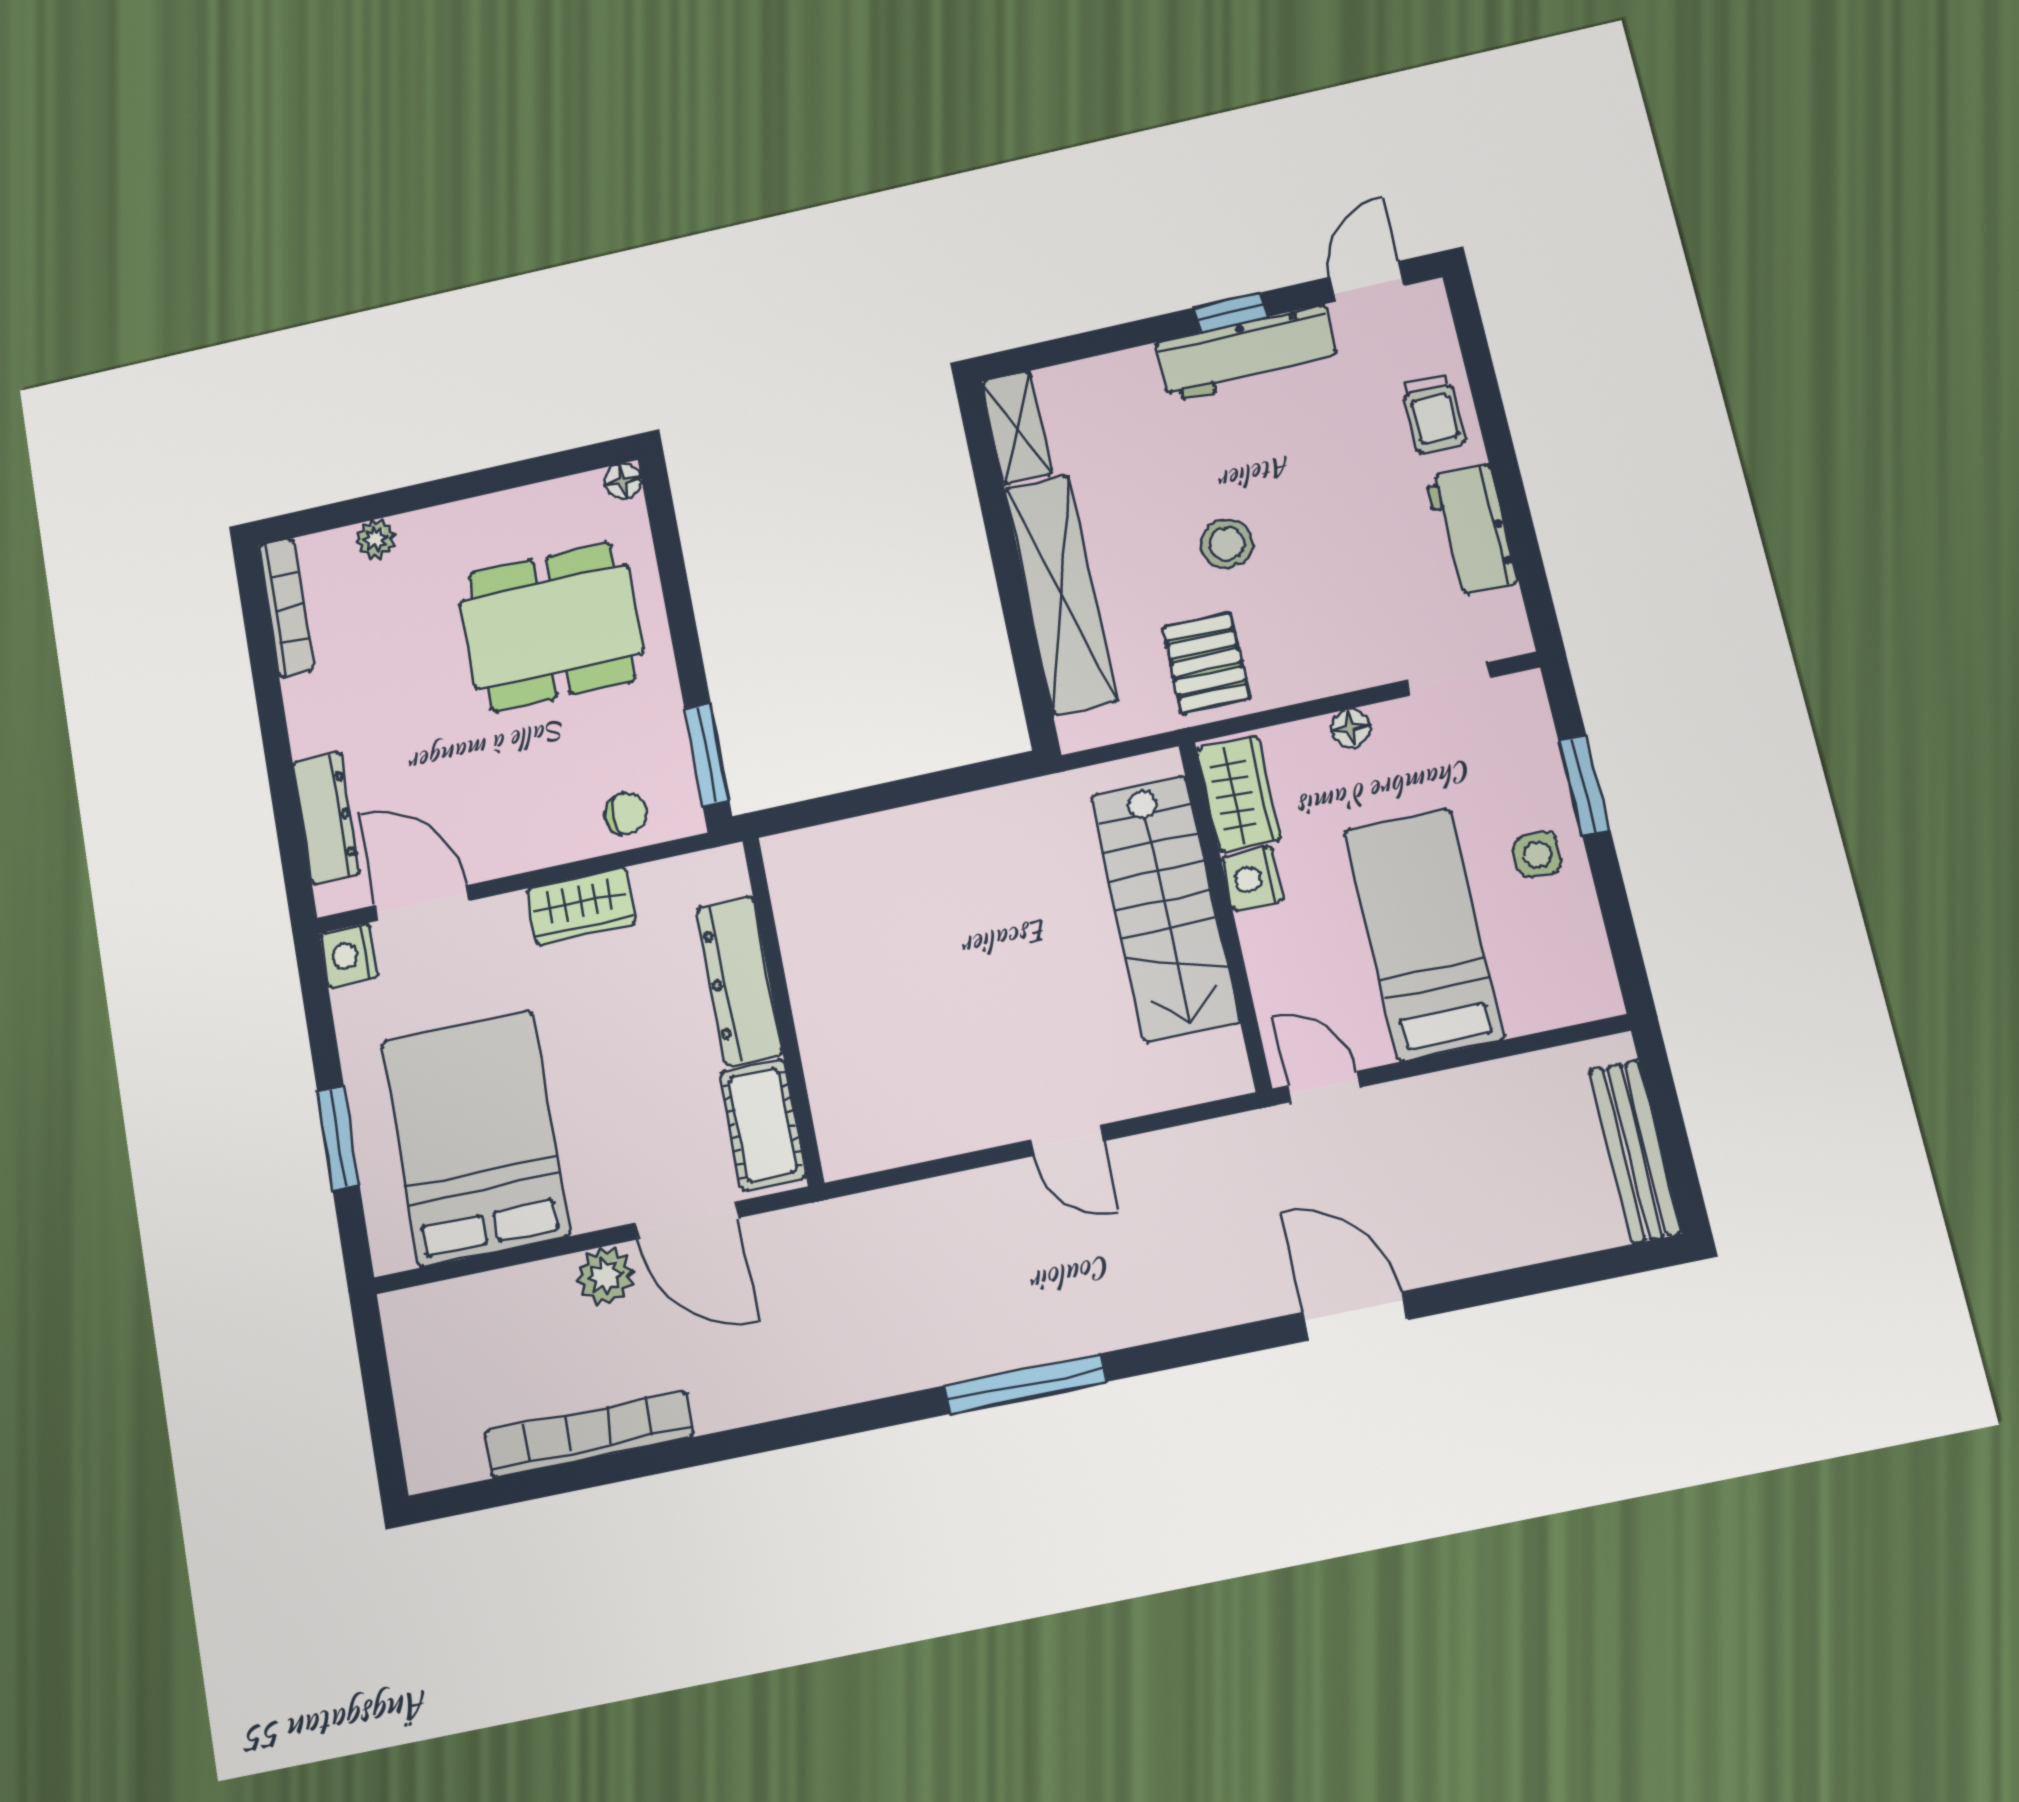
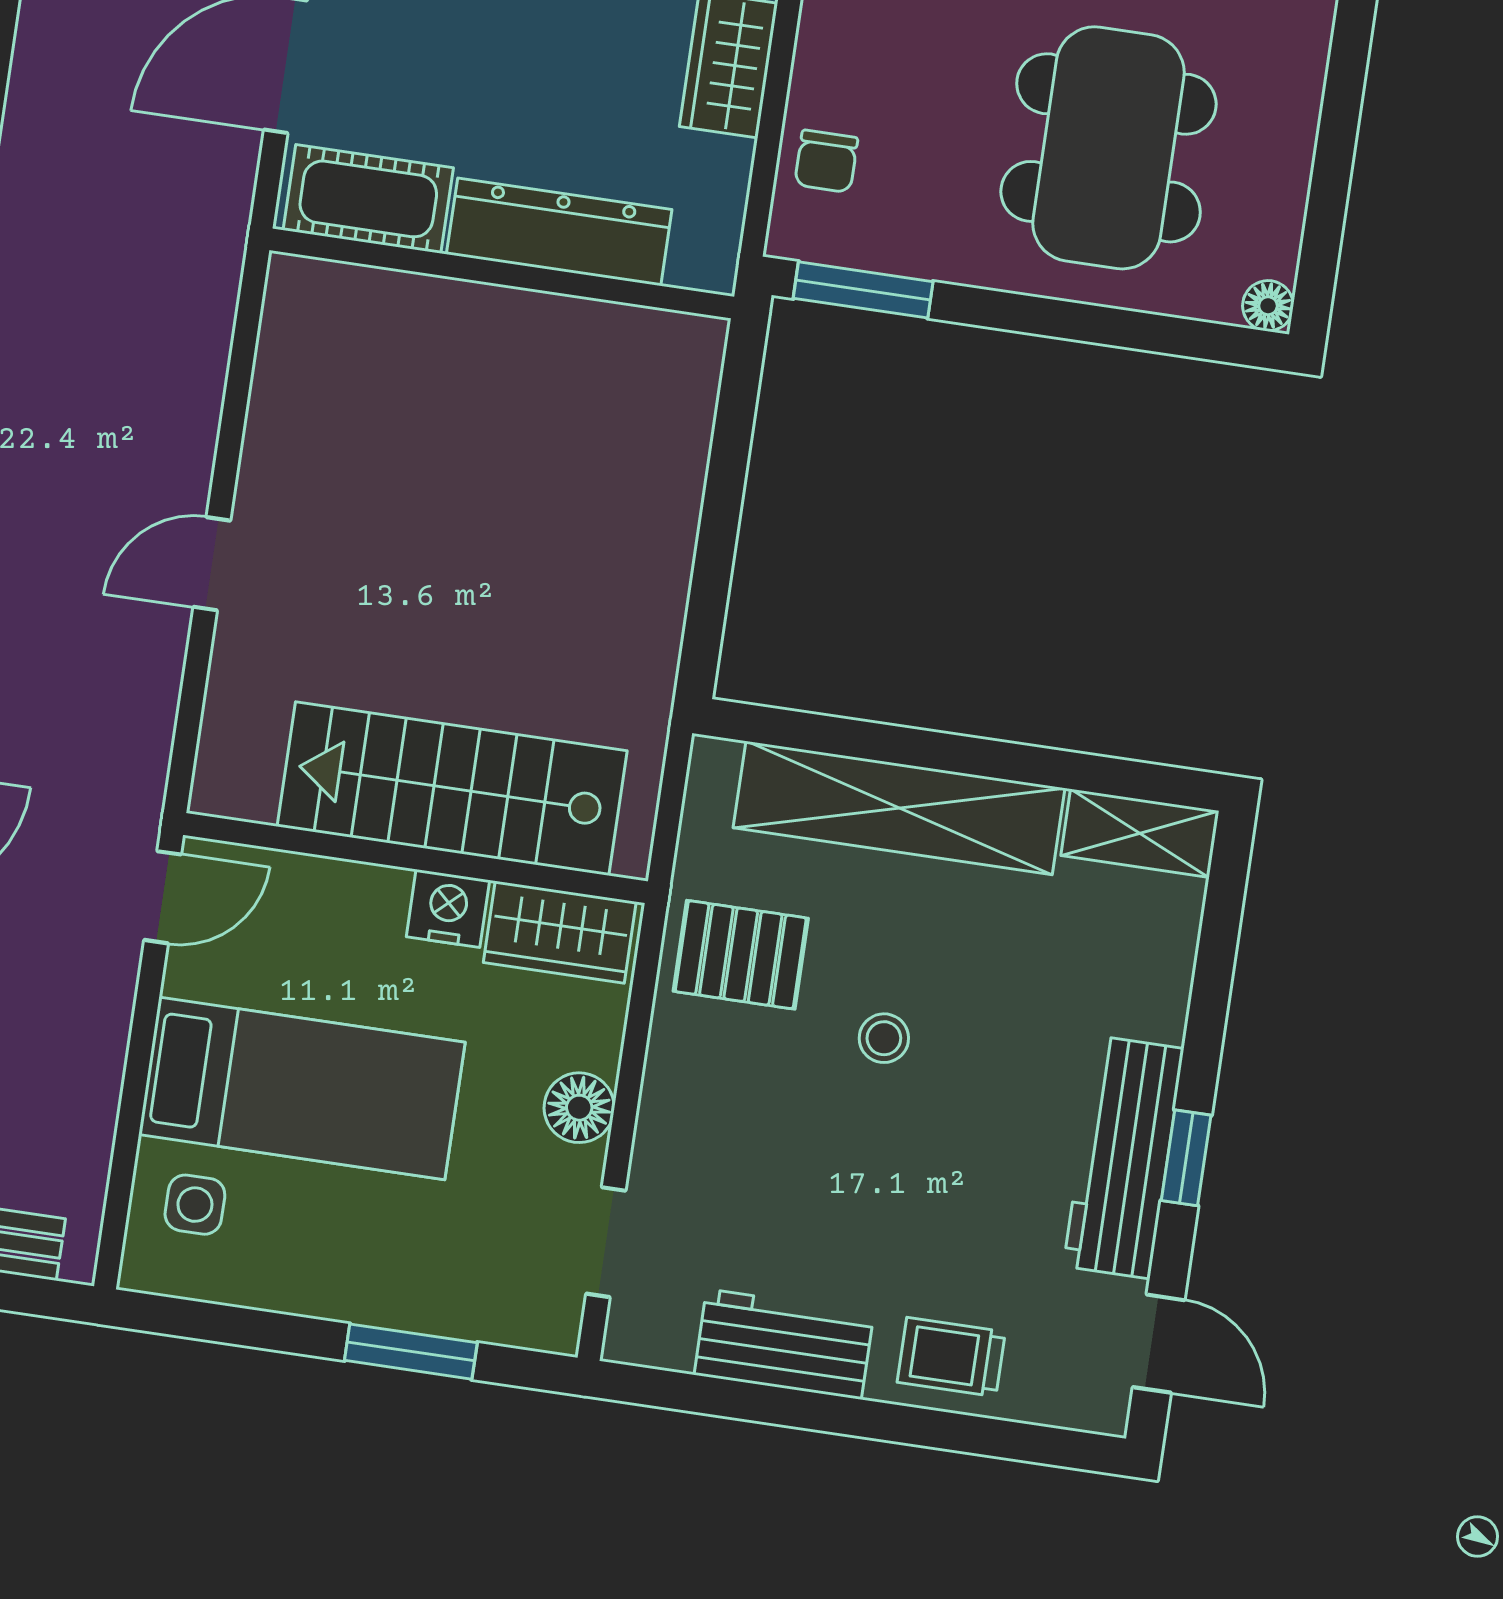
stool: (1227, 544) -> (884, 1038), width x0.73, depth x0.73
floor lamp: (1351, 728) -> (579, 1108), width x1.37, depth x1.37
side table: (1537, 855) -> (195, 1205), moved

